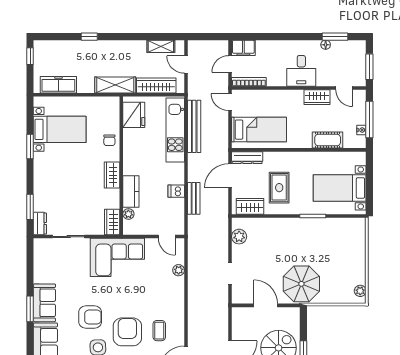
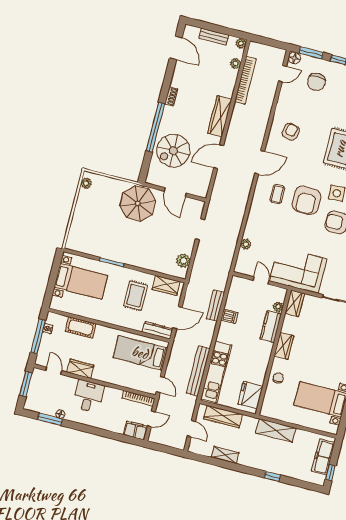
shelving: (161, 46) -> (225, 455), moved
freezer: (58, 85) -> (323, 457), moved, turned 90
shelving: (115, 85) -> (276, 431), moved
door: (167, 237) -> (261, 281), moved

